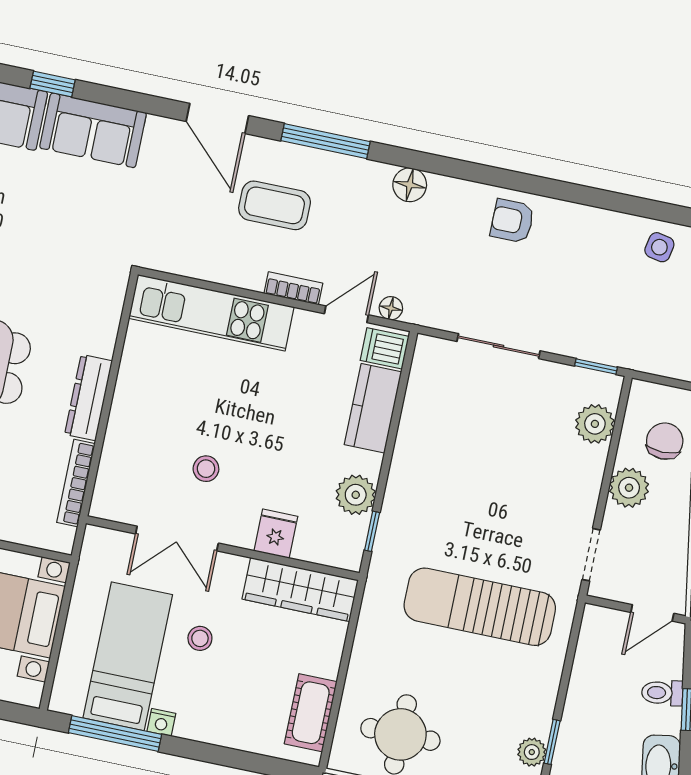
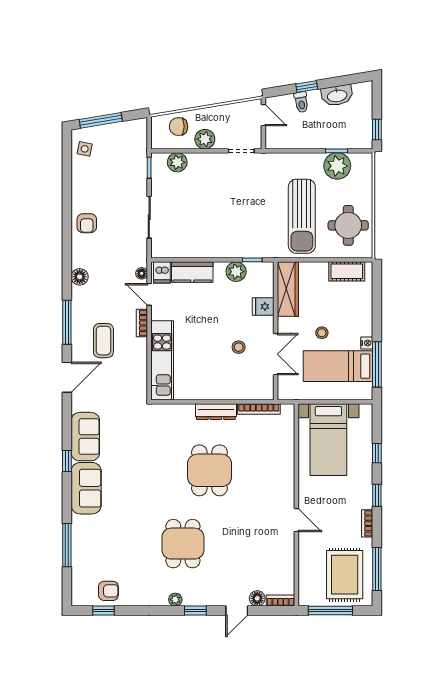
sun lounger: (480, 607) -> (302, 216), moved
plant: (532, 752) -> (337, 166), width x1.88, depth x1.88

